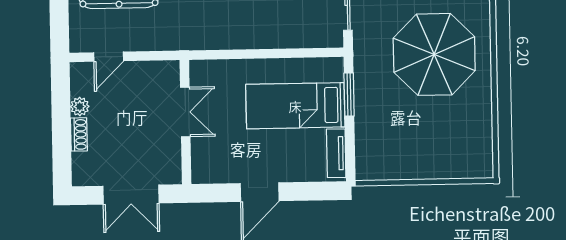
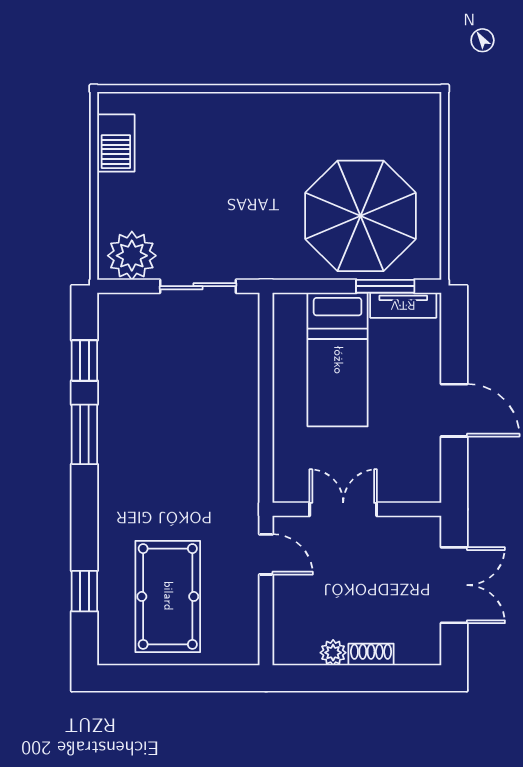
parasol: (434, 54) -> (361, 216), moved
door: (109, 57) -> (266, 554), moved
window: (349, 95) -> (385, 286), moved

